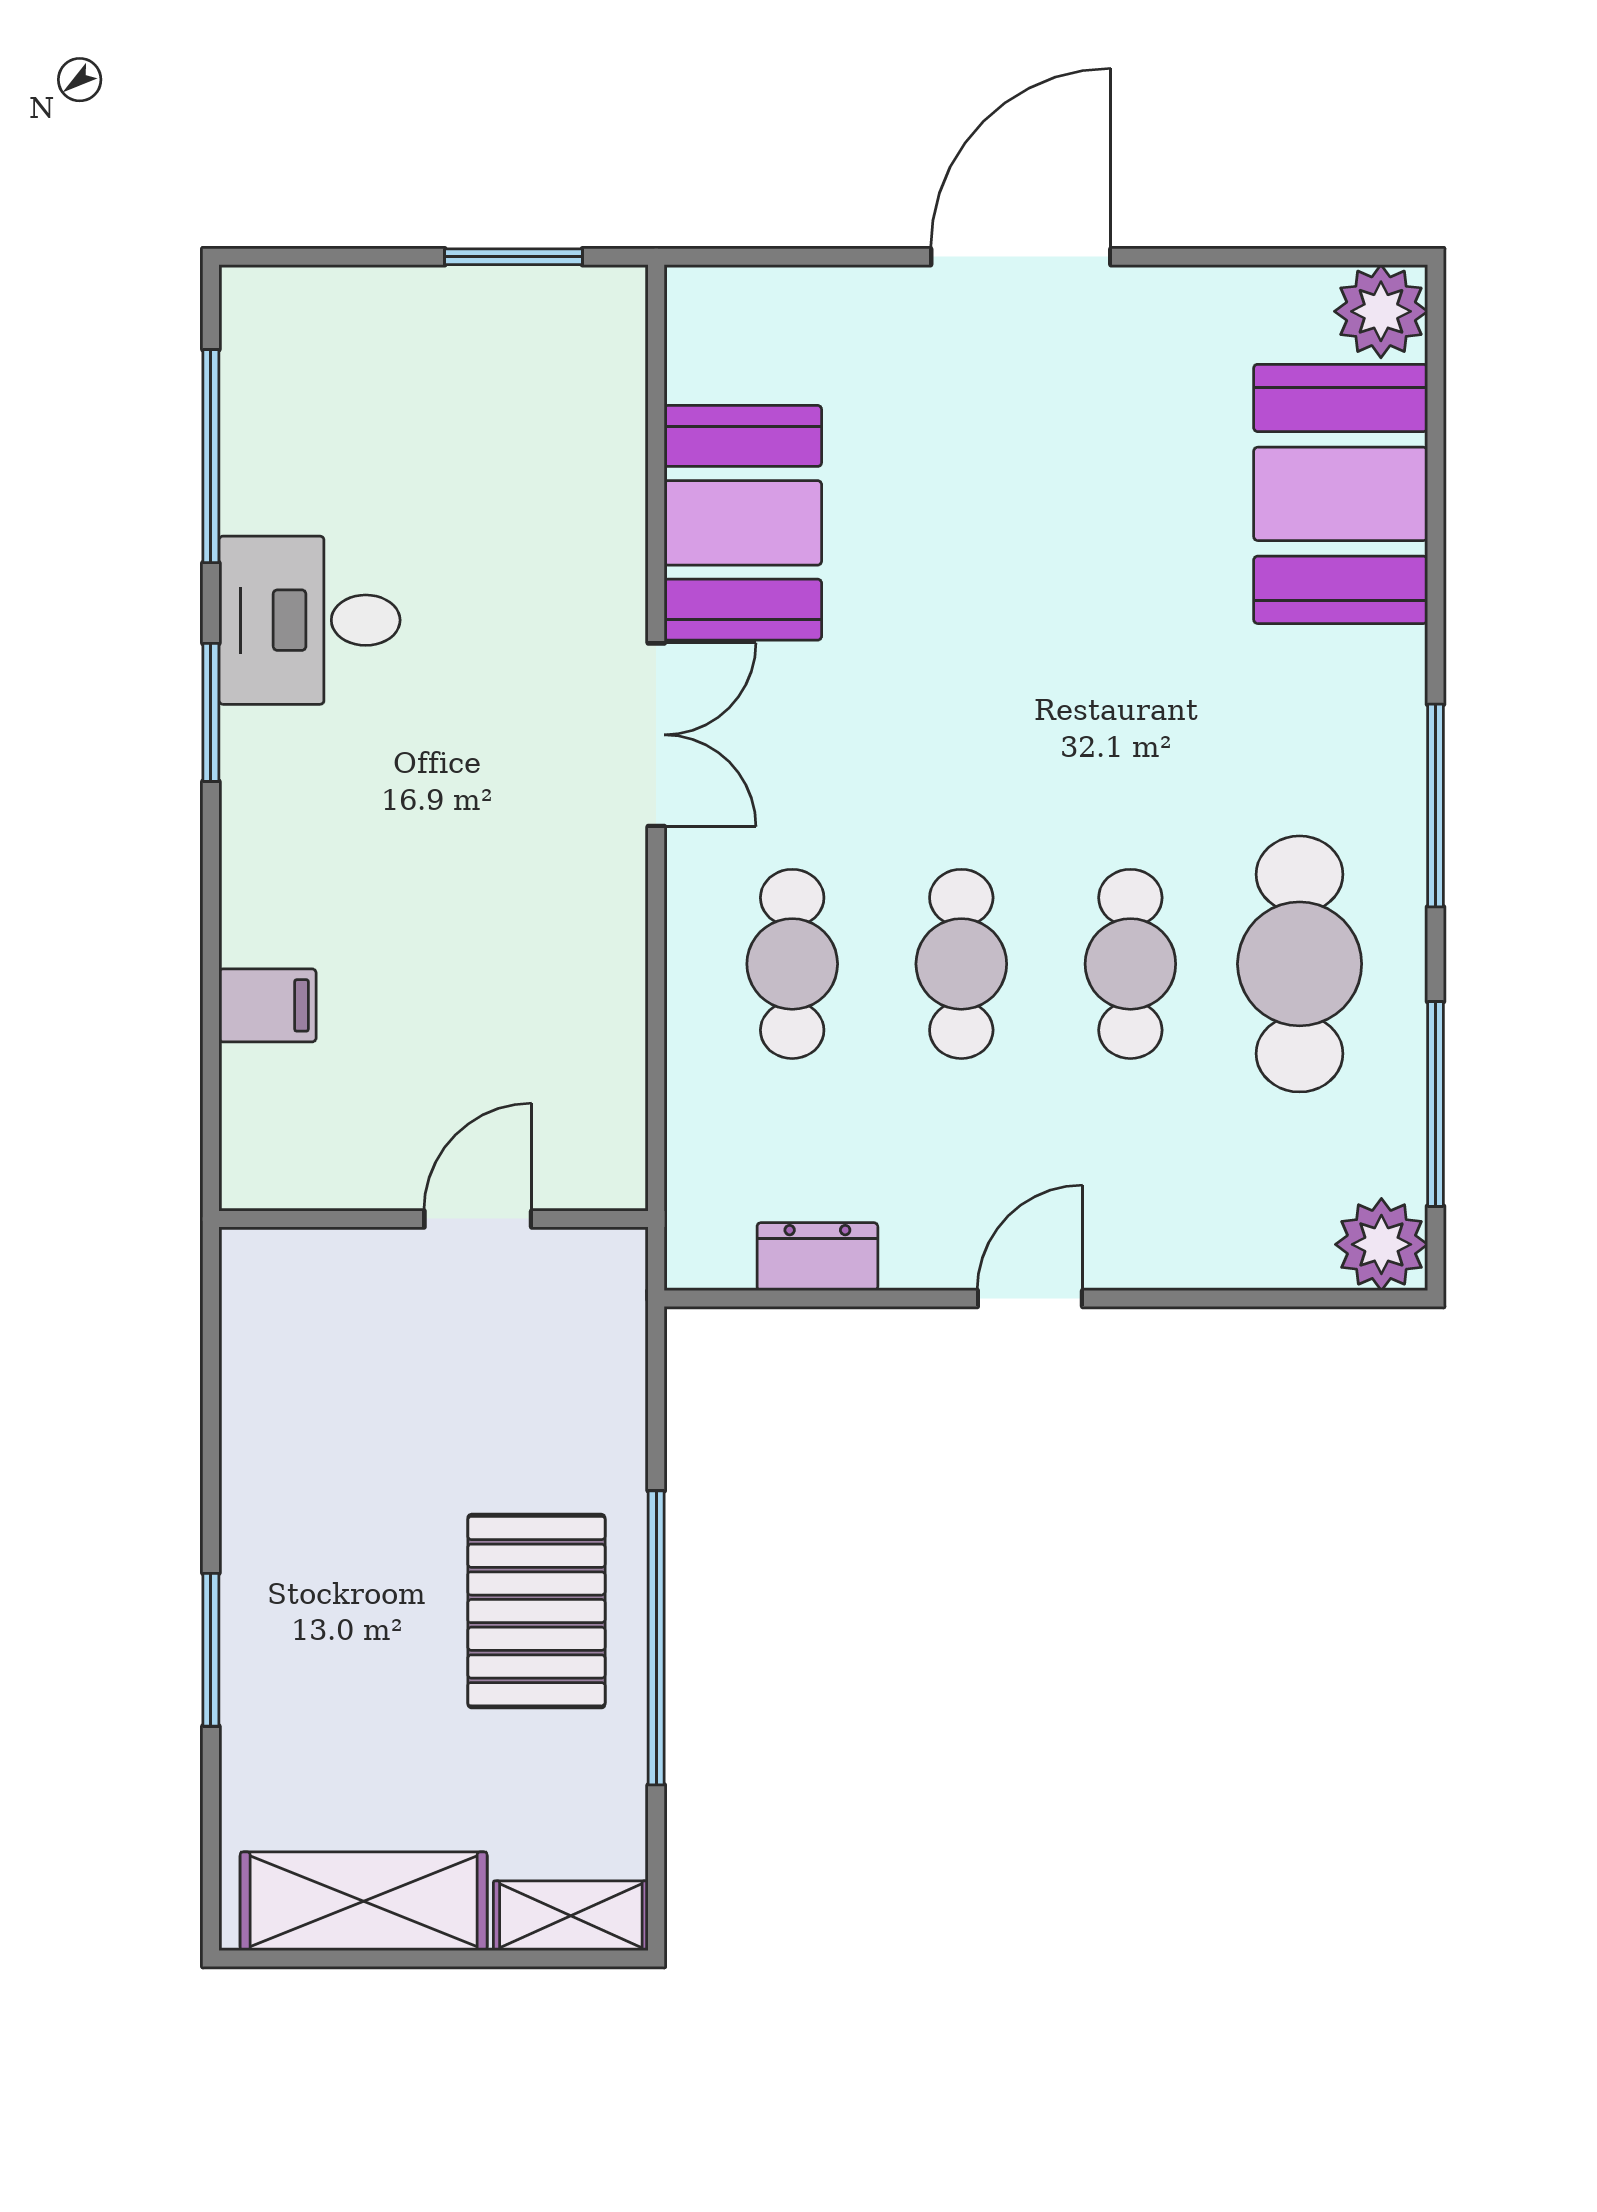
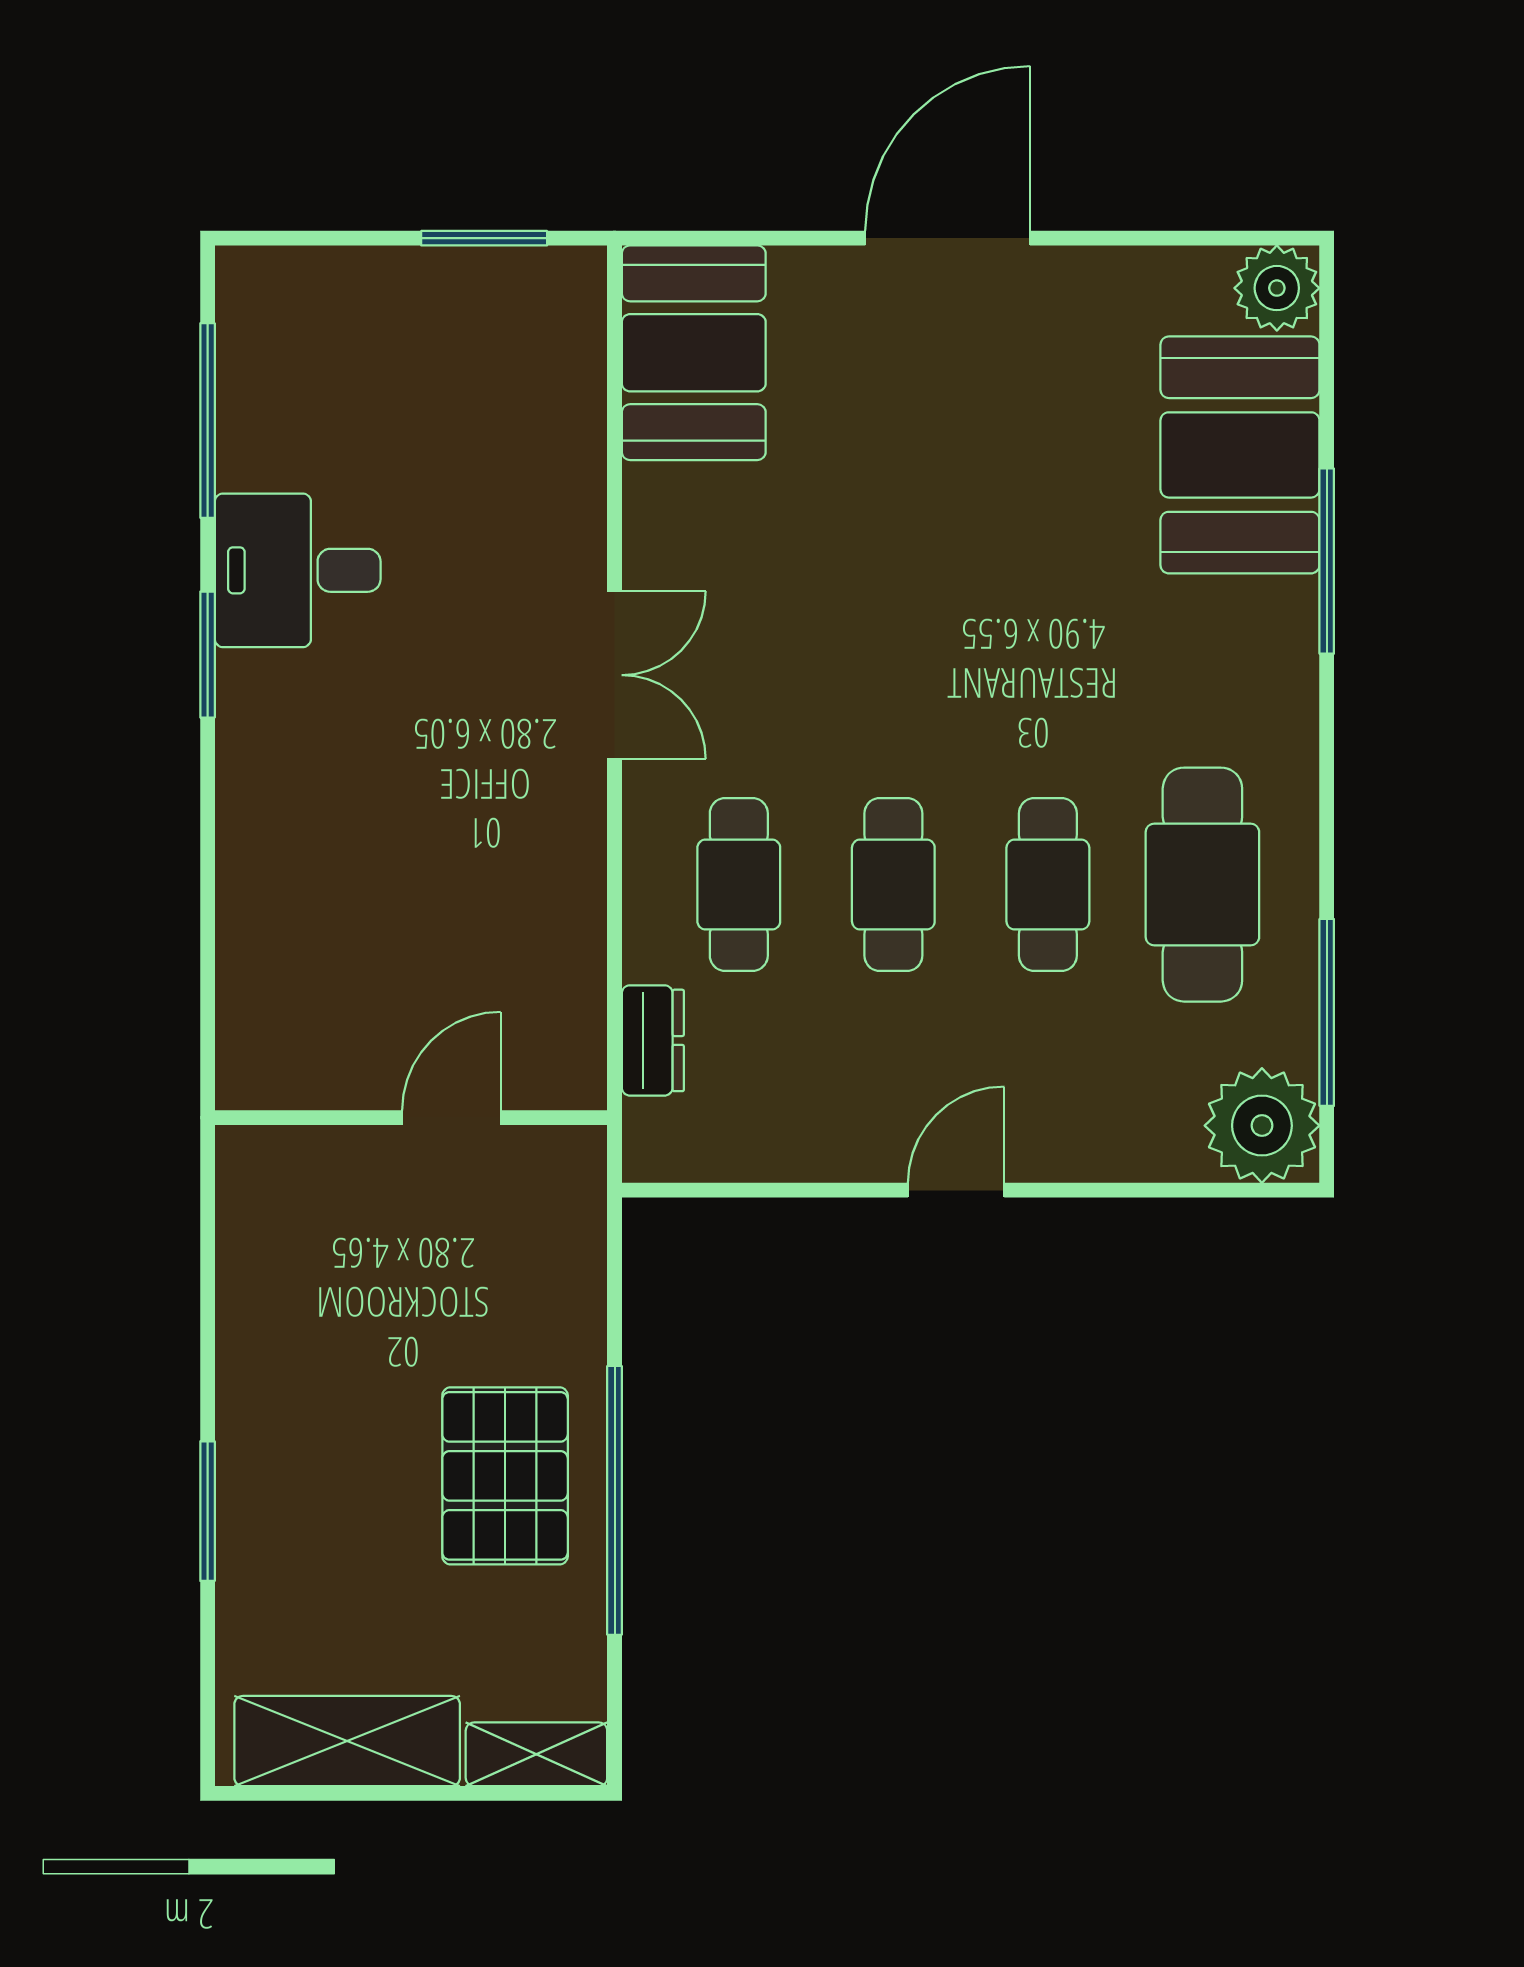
booth: (743, 523) -> (694, 353), moved
window: (1436, 806) -> (1327, 561), moved
filing cabinet: (267, 1005) -> (259, 922), removed
plant: (1381, 1244) -> (1262, 1126), width x1.36, depth x1.36
dresser: (817, 1257) -> (653, 1040), moved, turned 90

